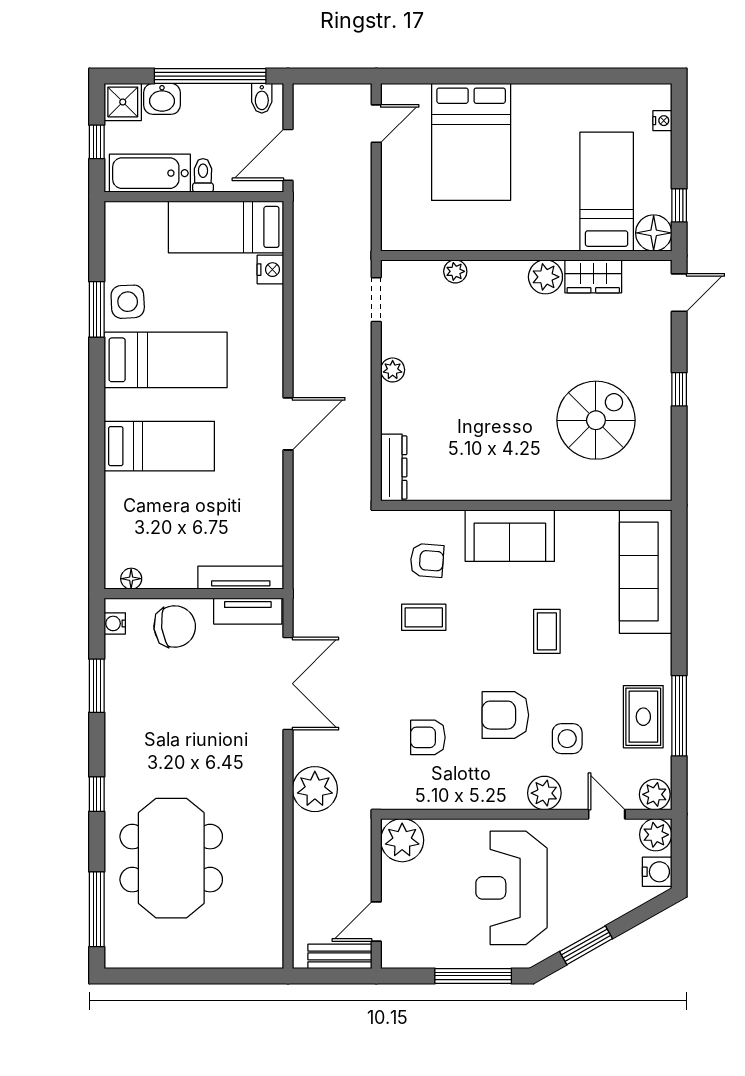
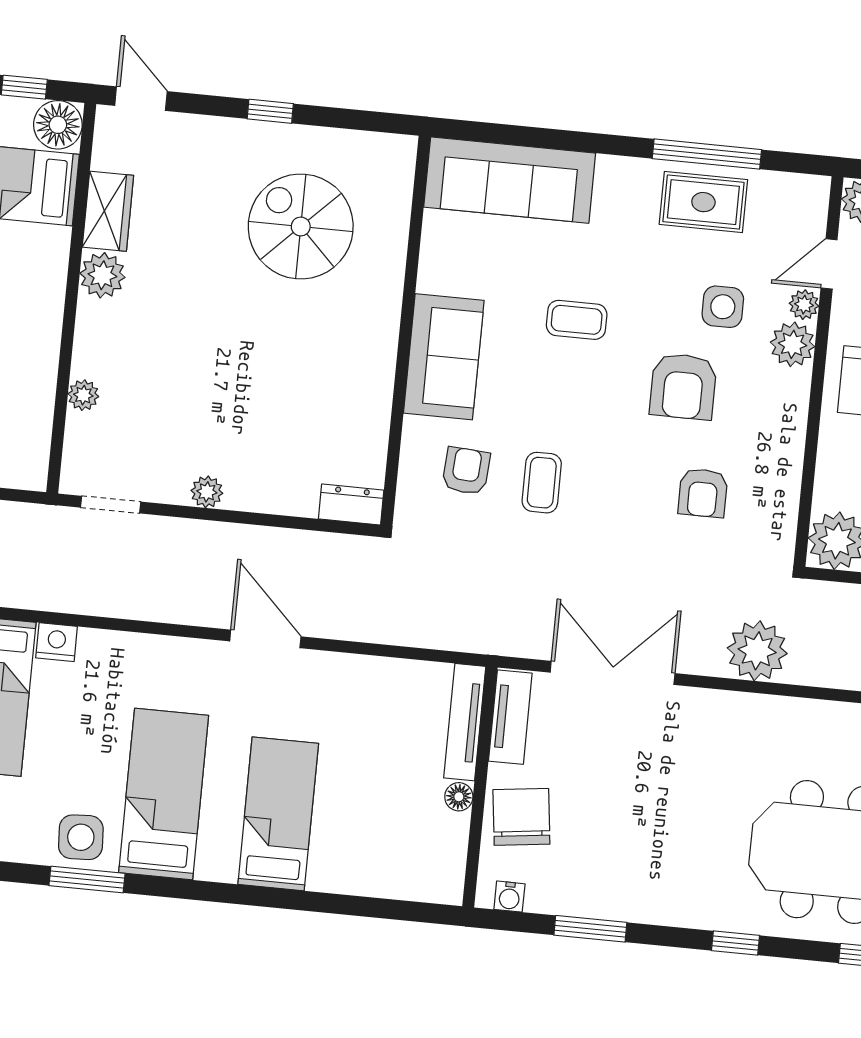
dresser: (394, 468) -> (351, 505), width x0.70
floor lamp: (131, 579) -> (459, 797), moved
plant: (655, 794) -> (804, 305), moved, width x0.73, depth x0.73

